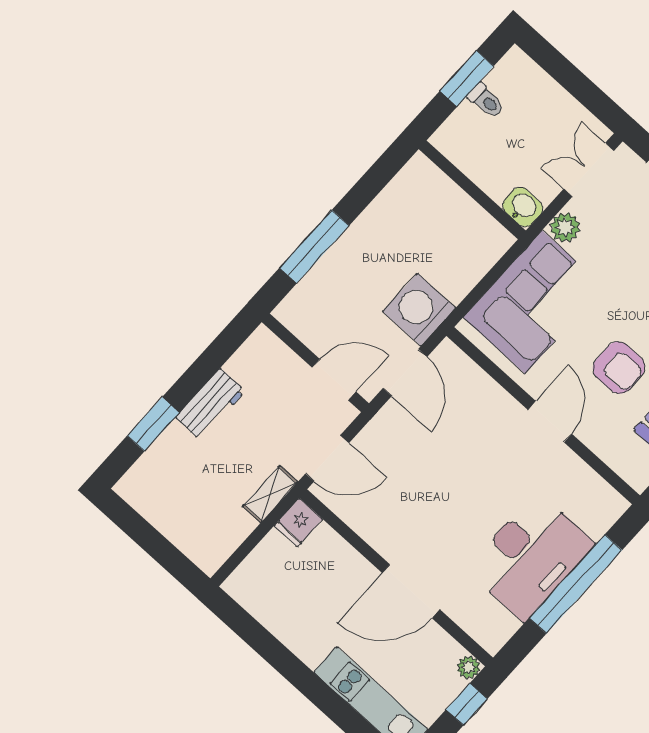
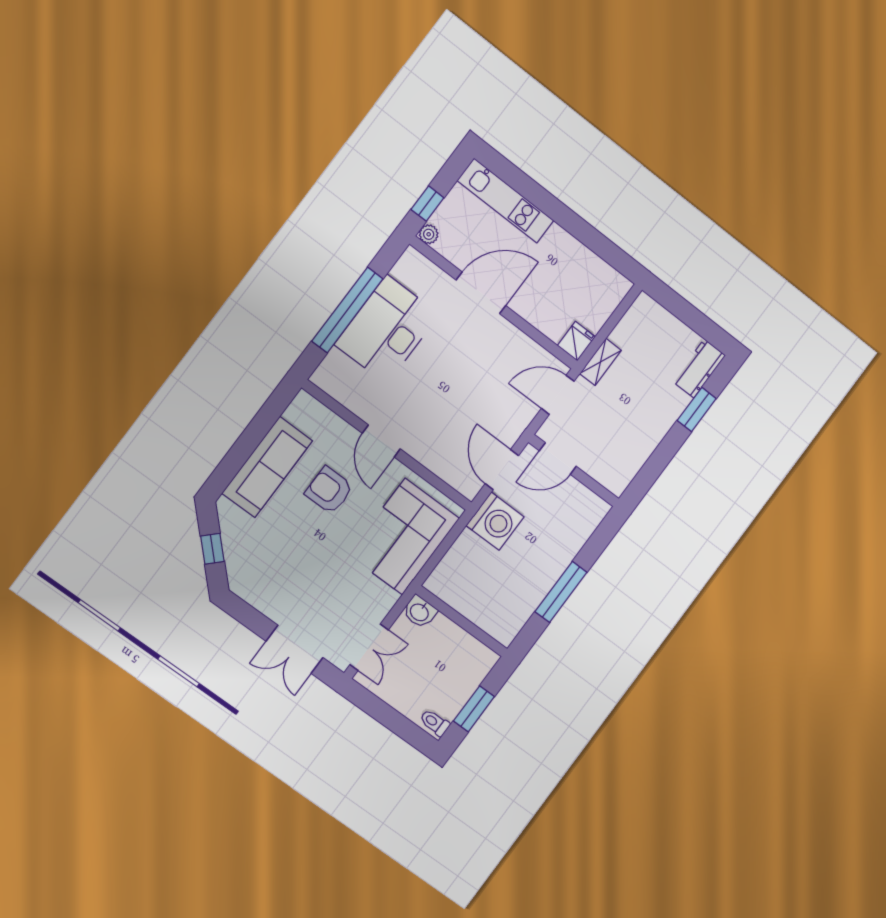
toilet: (486, 101) -> (435, 723), moved
plant: (565, 227) -> (384, 599), removed
window: (314, 247) -> (561, 592), moved
workbench: (211, 404) -> (699, 368), moved

